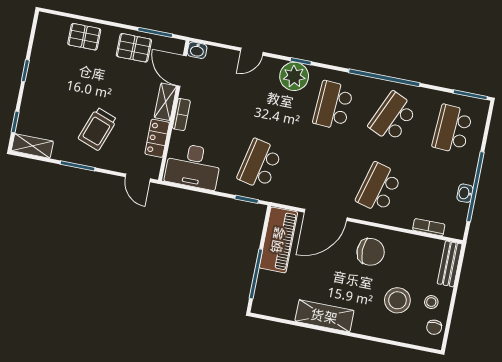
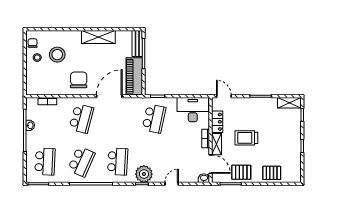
trolley: (98, 129) -> (246, 138), moved, turned -110
chair: (371, 252) -> (79, 80), turned 90
bench: (450, 264) -> (137, 43), moved

